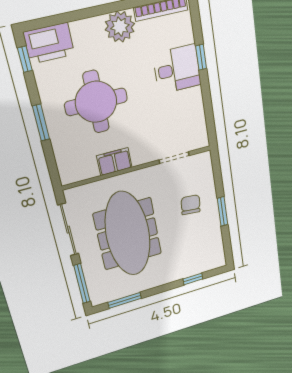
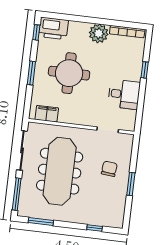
desk: (177, 69) -> (124, 94), moved
filing cabinet: (114, 162) -> (47, 114), moved

